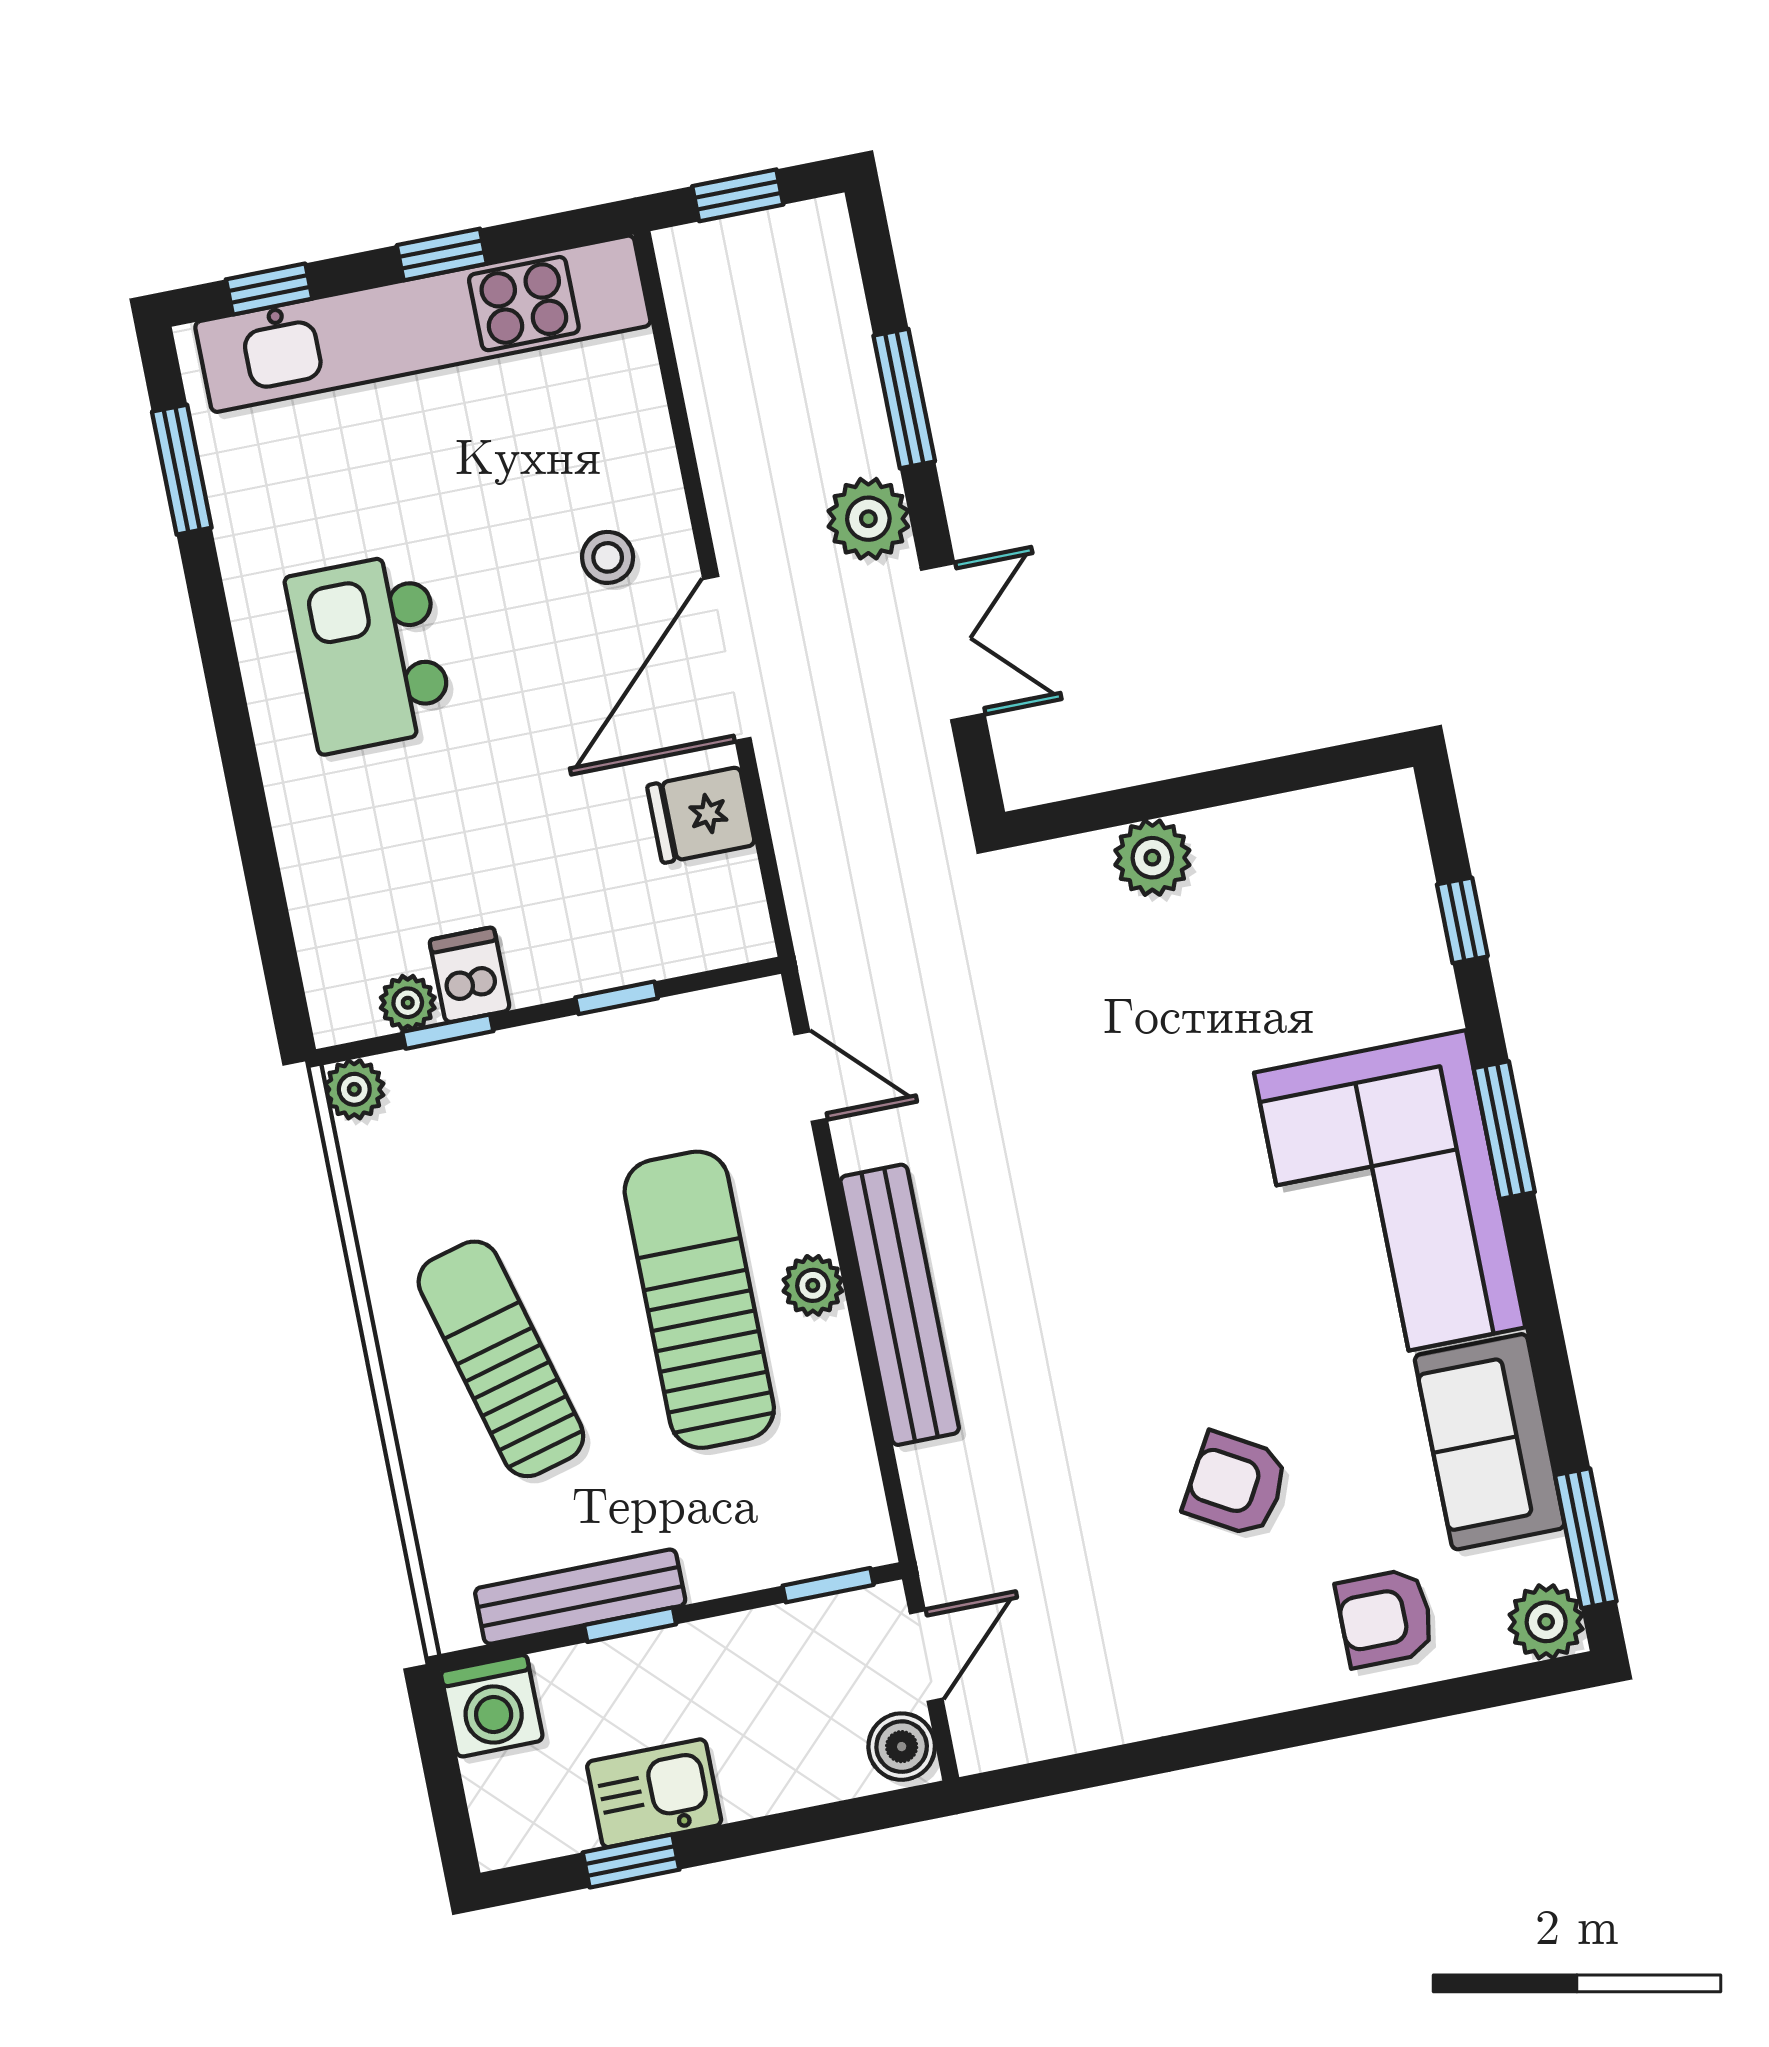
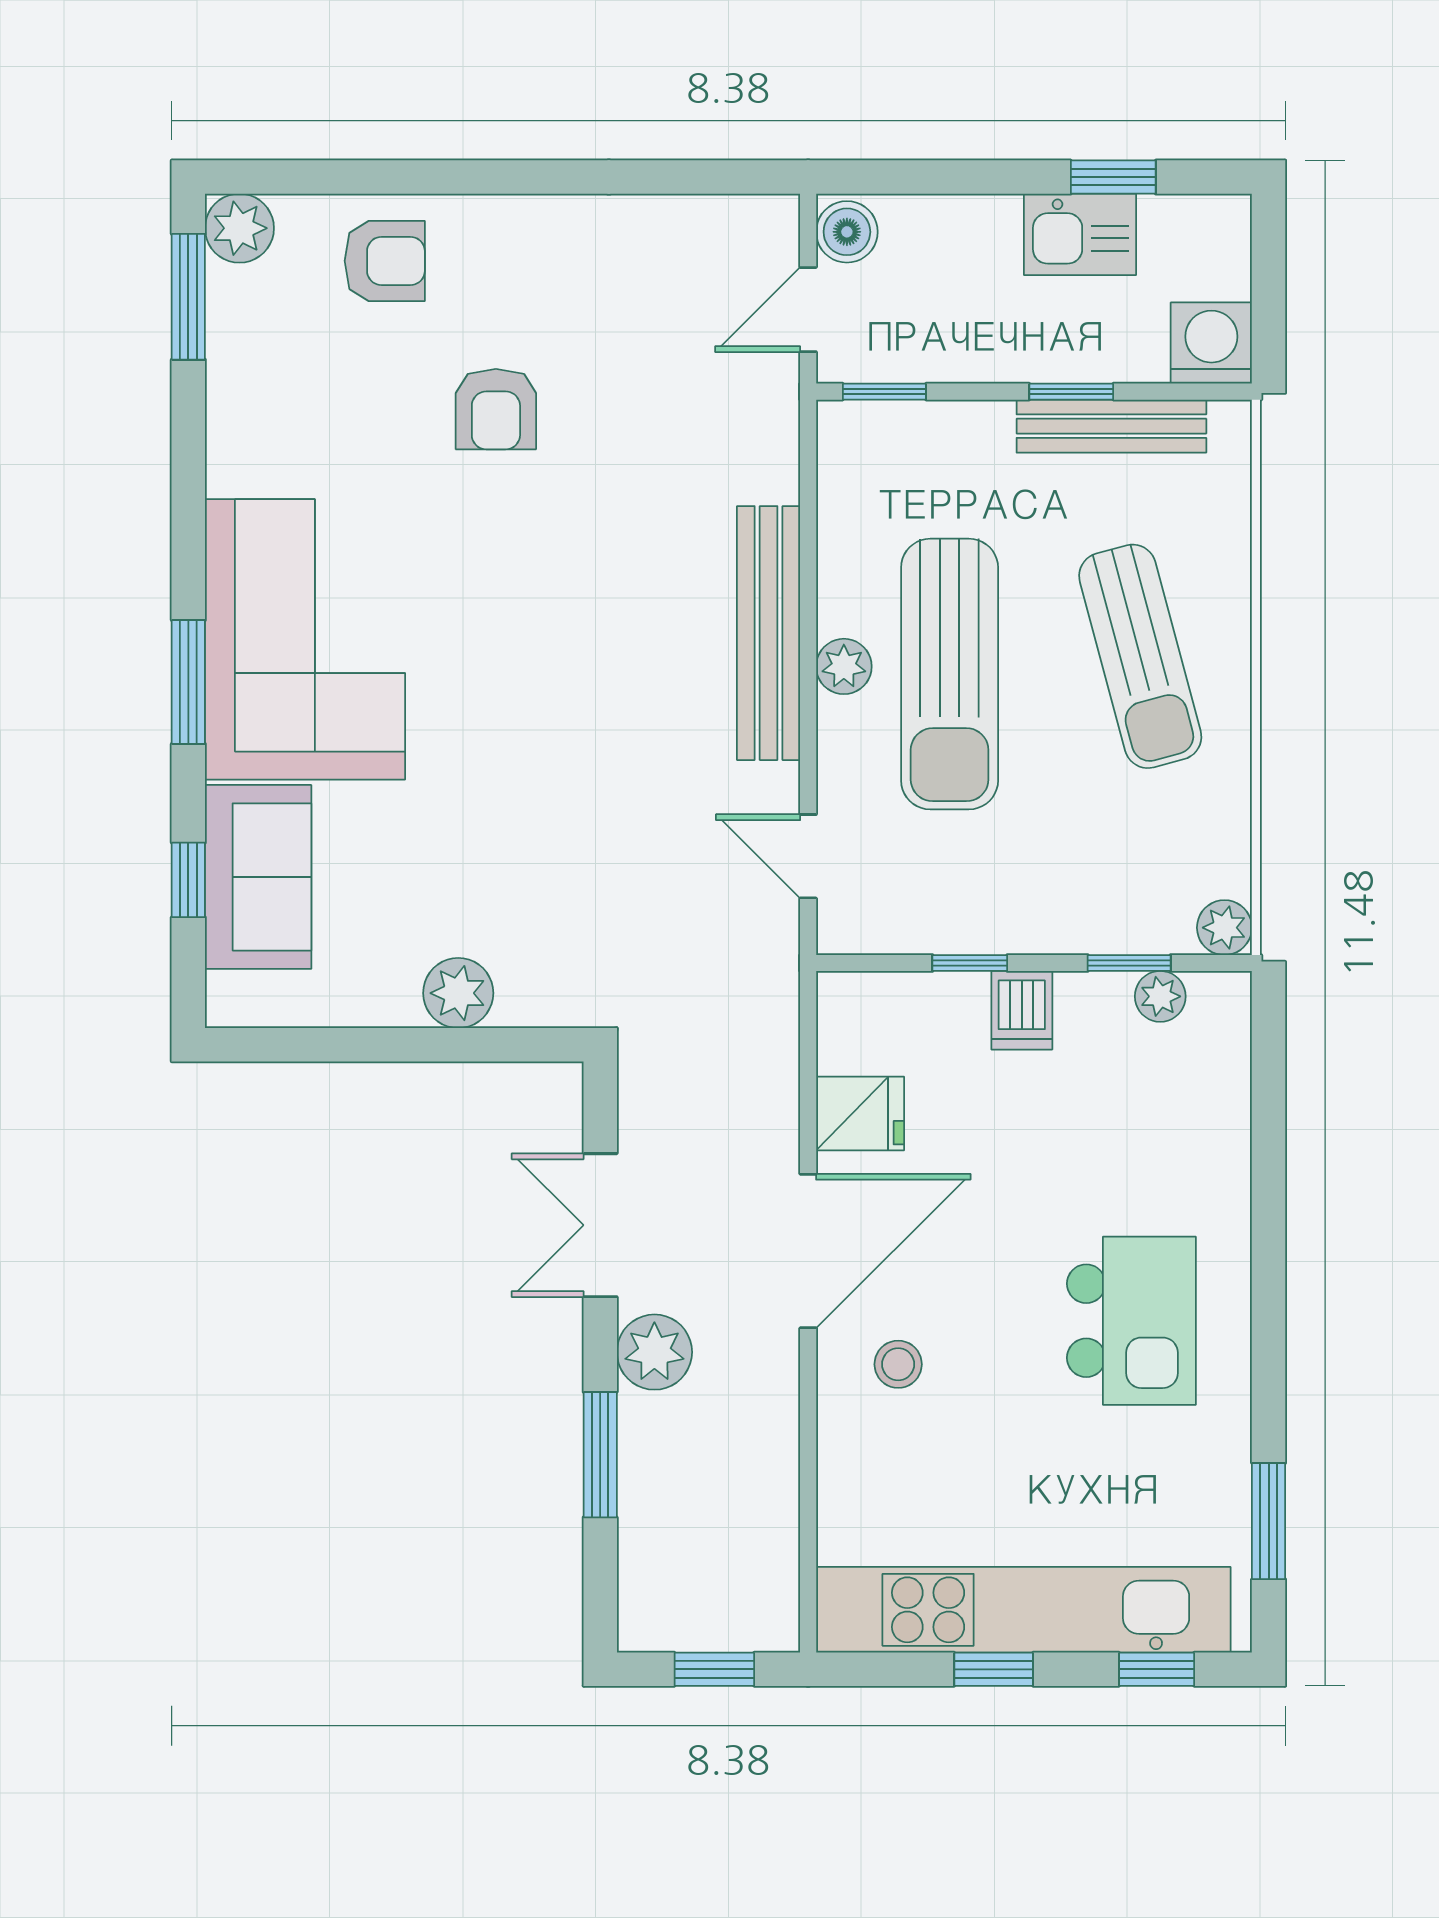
dishwasher: (470, 975) -> (1022, 1010), moved
sofa: (1490, 1442) -> (258, 877), moved
armchair: (1236, 1484) -> (496, 409), turned 60

